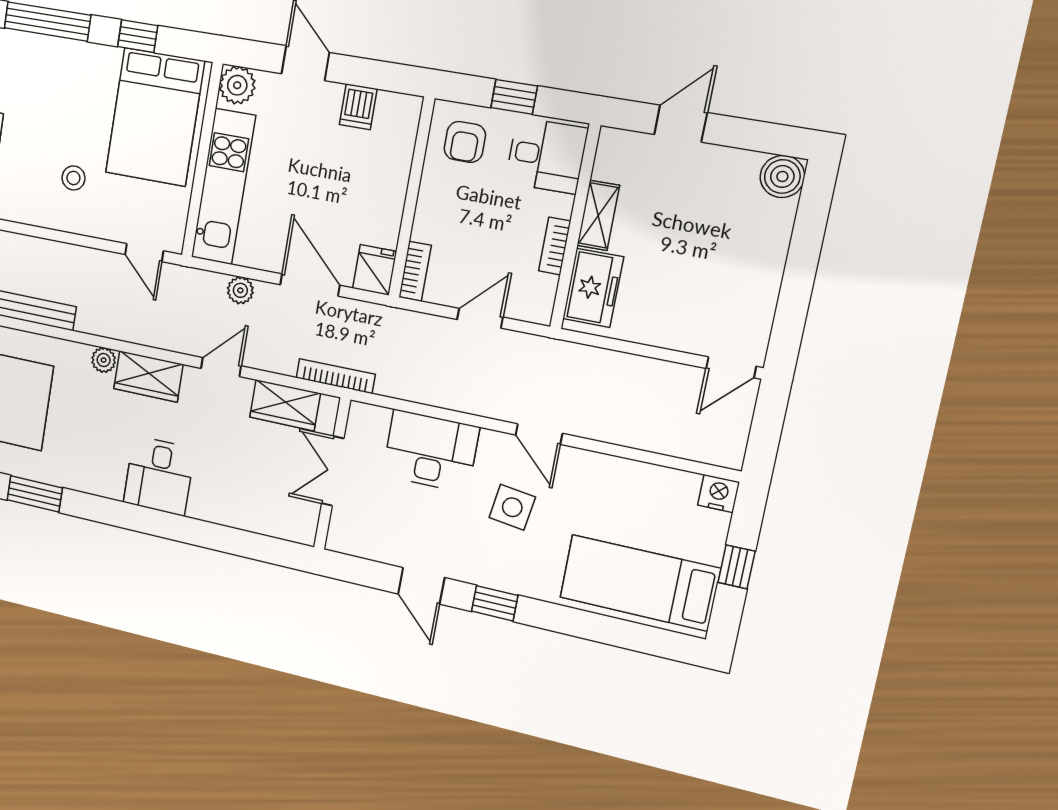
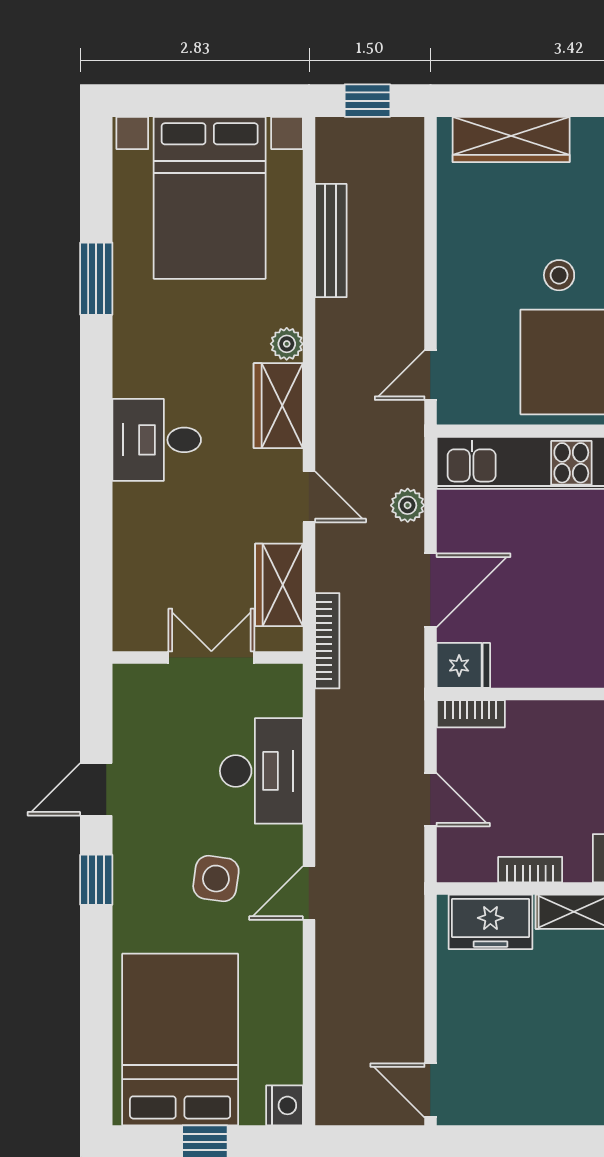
stool: (73, 178) -> (559, 275), moved
bed: (640, 583) -> (180, 1040), width x1.50

